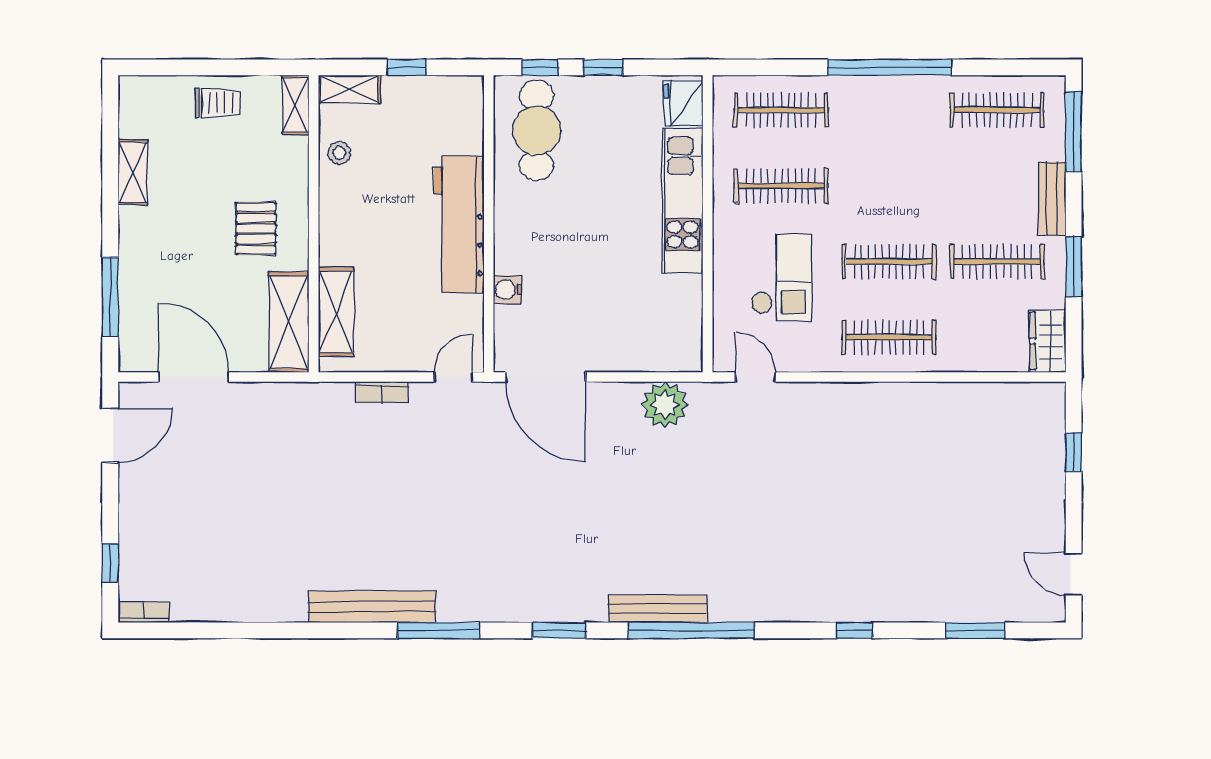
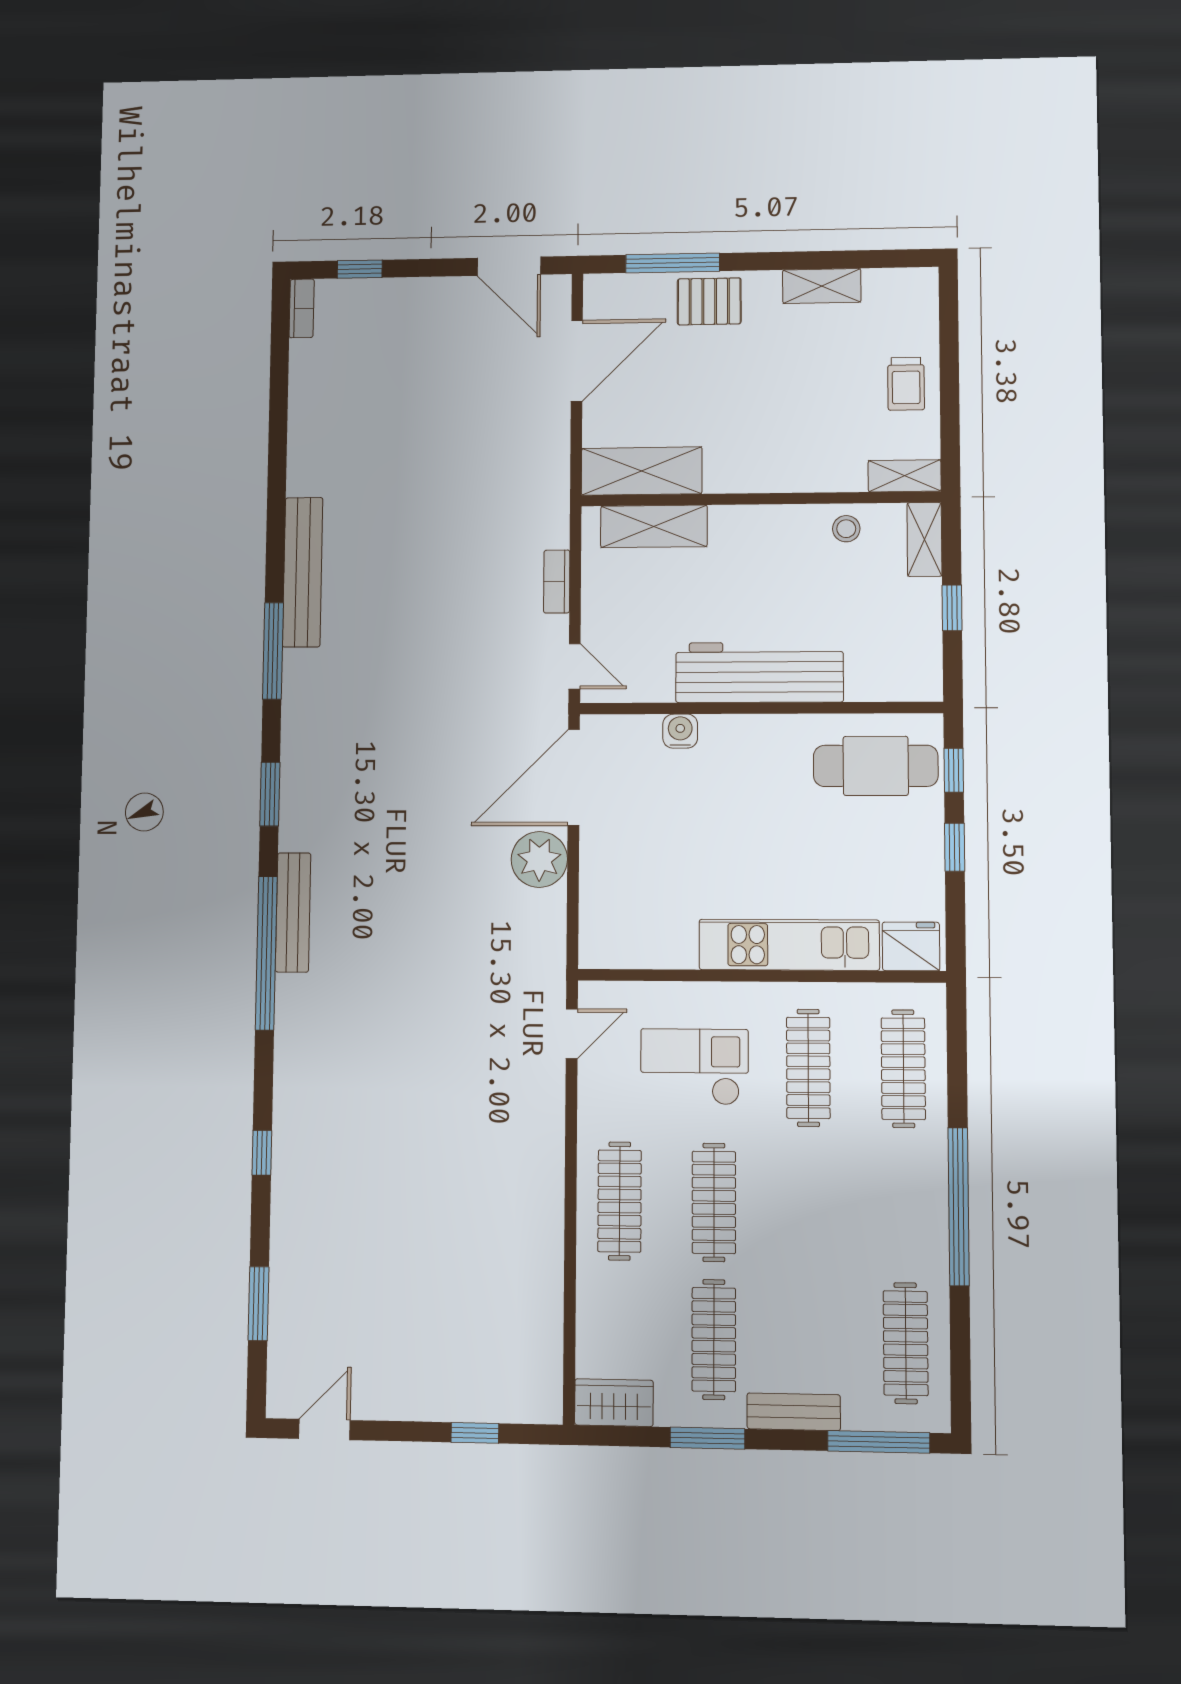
pallet: (256, 228) -> (709, 301), moved
checkout: (781, 277) -> (694, 1067), turned 180
plant: (665, 405) -> (539, 859), moved

